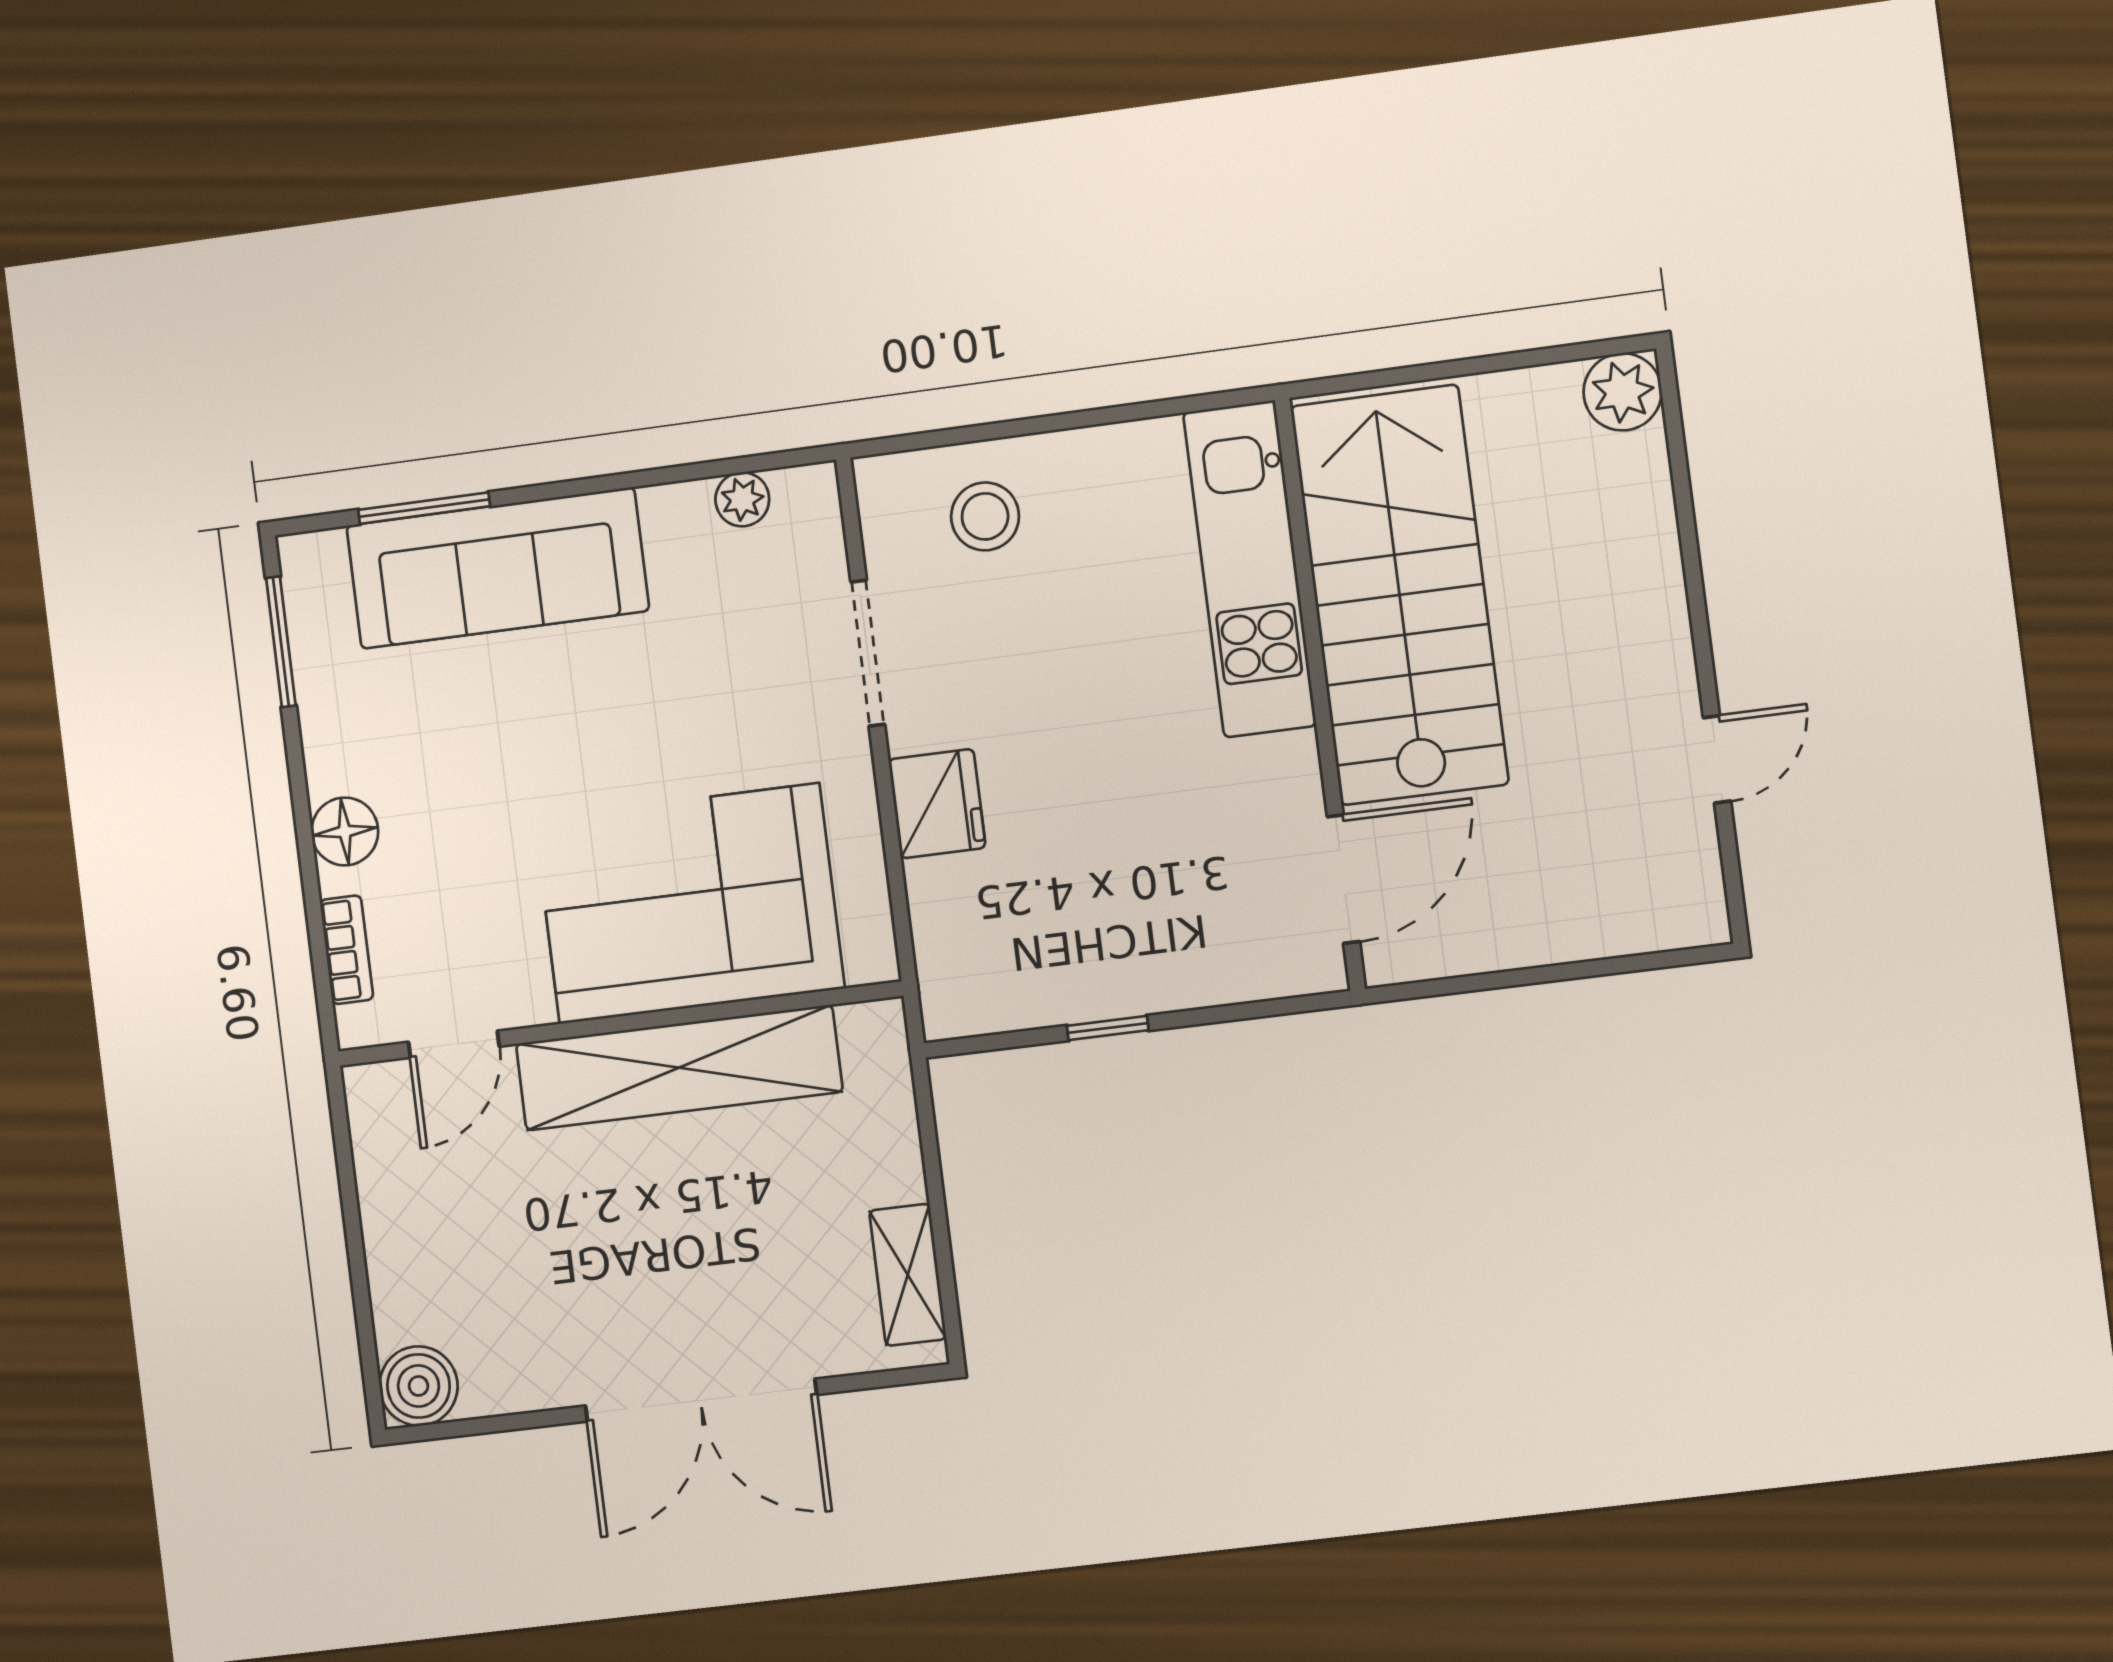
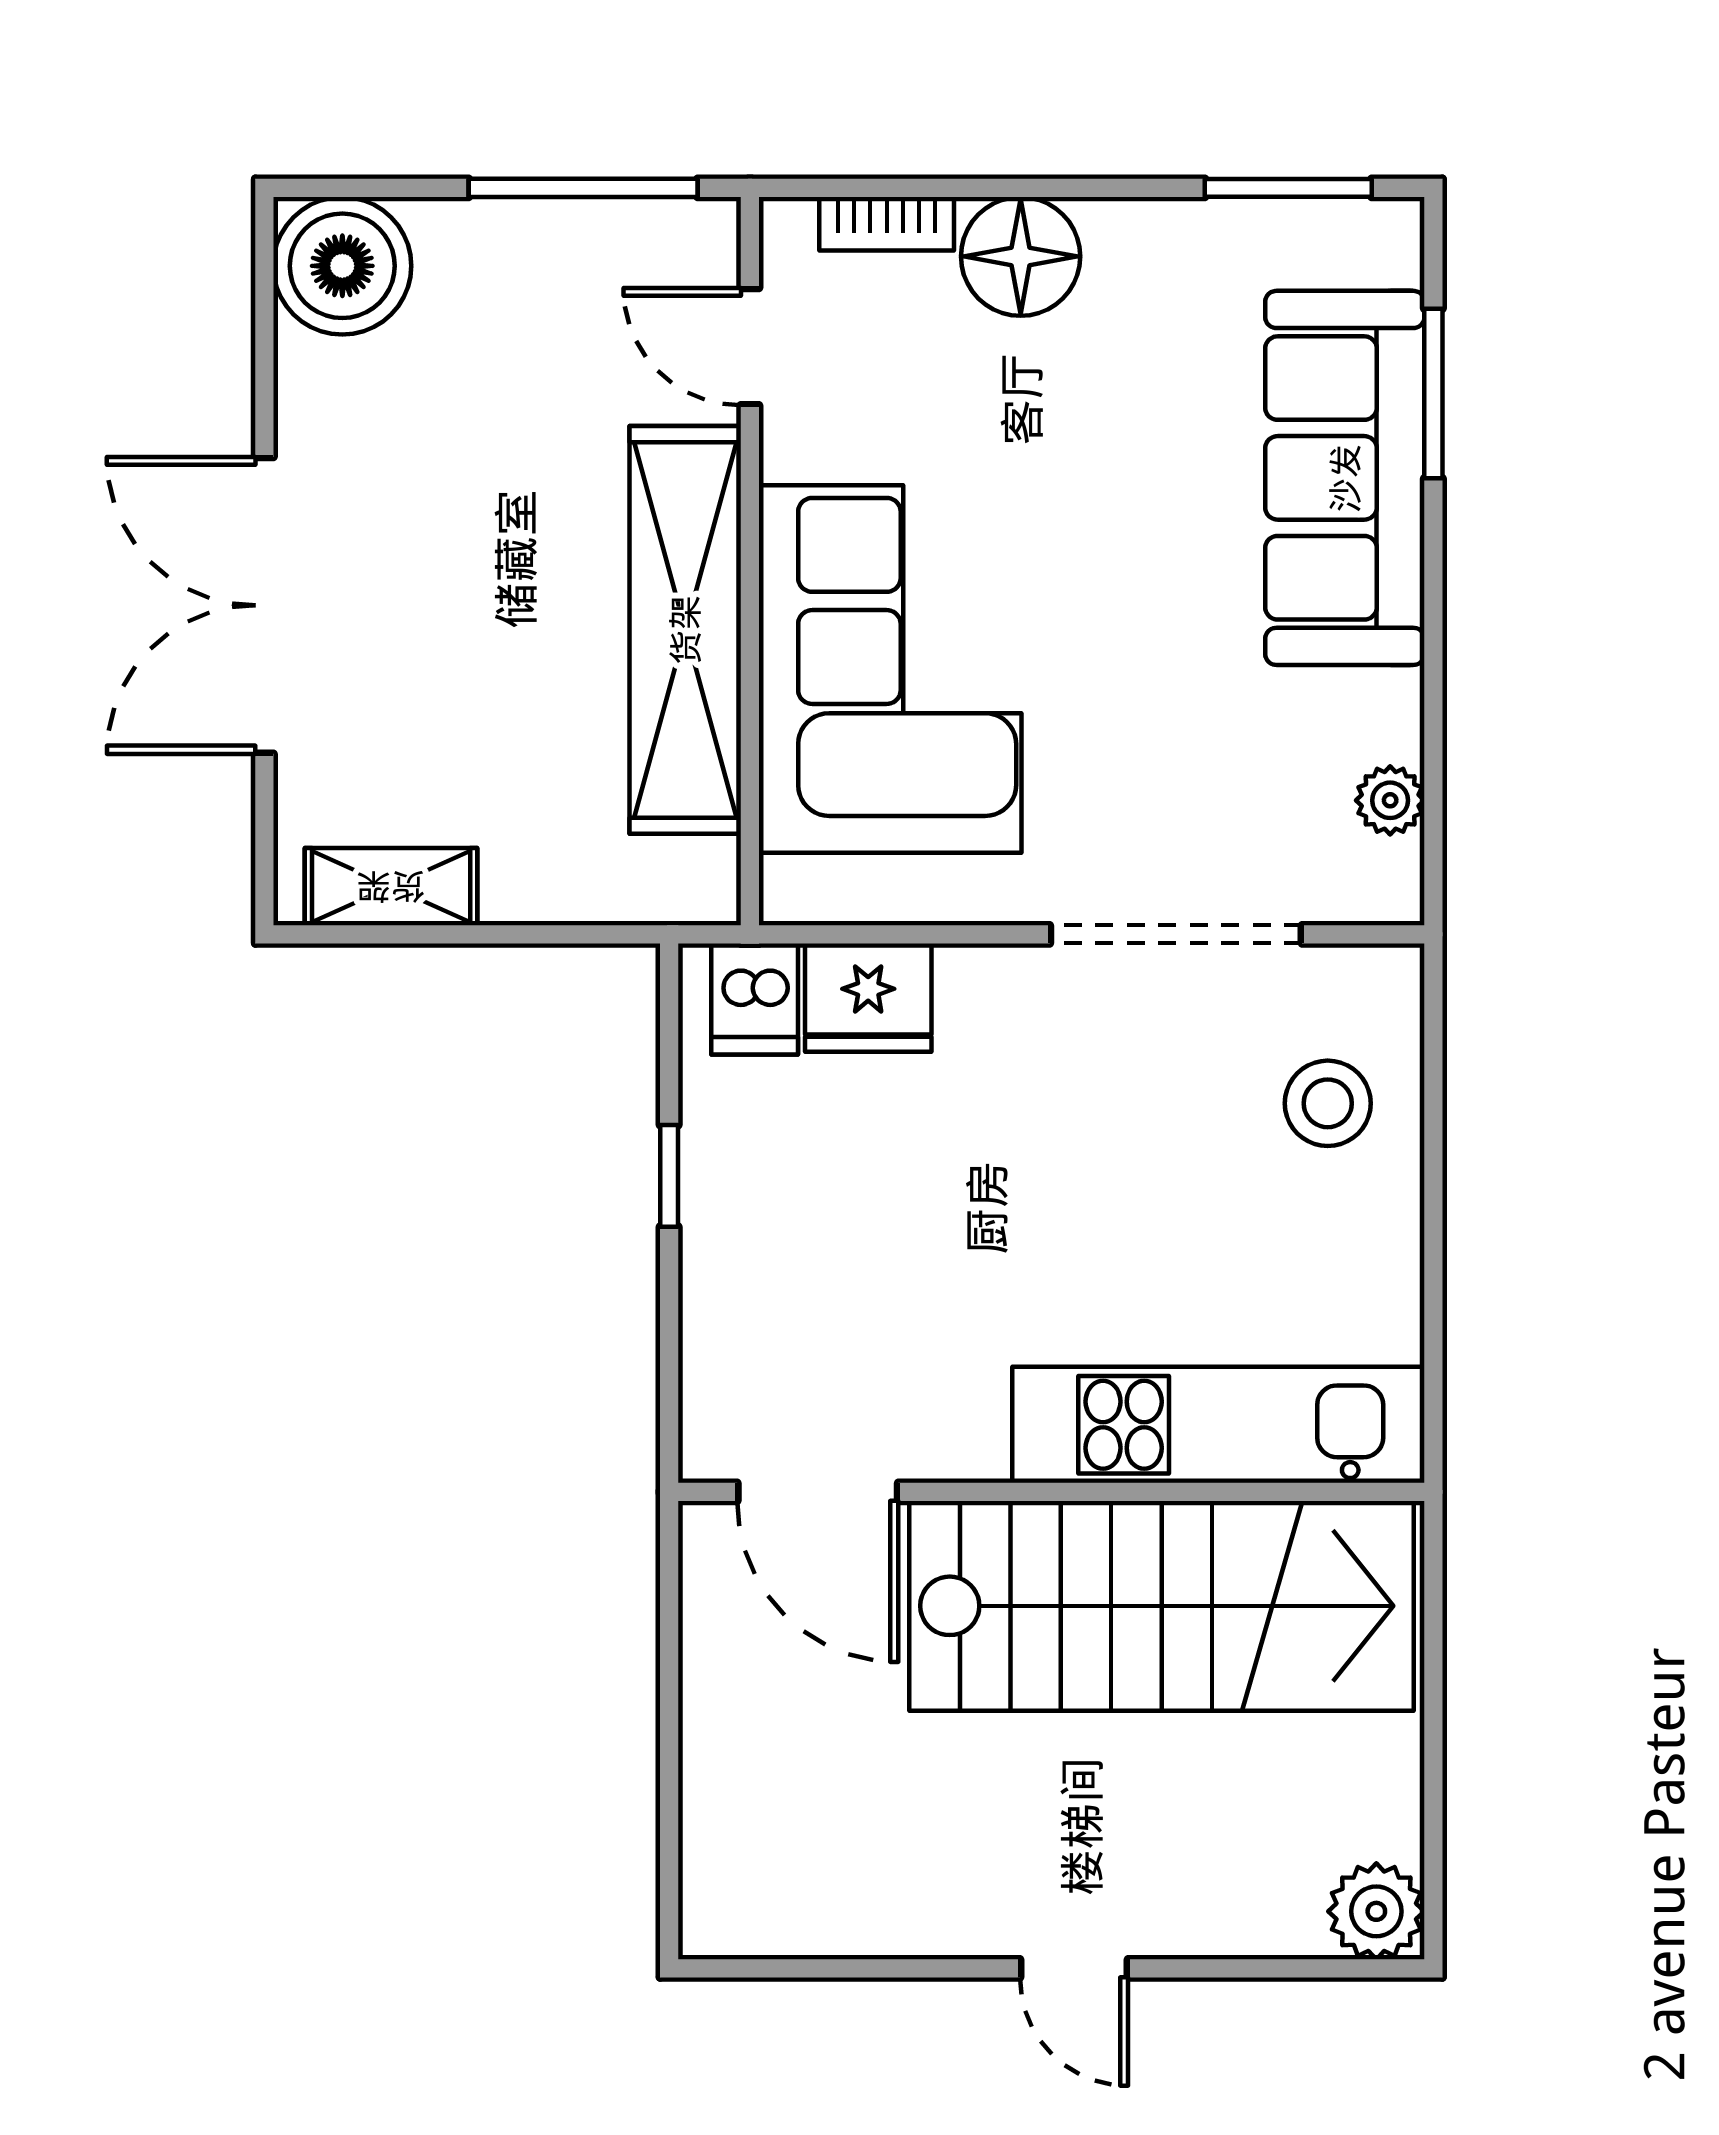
doorway: (868, 653) -> (1176, 934), width x1.36
door: (1717, 759) -> (1074, 1968), moved
fridge: (937, 804) -> (868, 998), moved
floor lamp: (345, 831) -> (1021, 256), width x1.38, depth x1.38
dishwasher: (960, 978) -> (755, 999), added
window: (348, 1189) -> (583, 188), added
boiler: (419, 1386) -> (342, 266), width x1.37, depth x1.37

